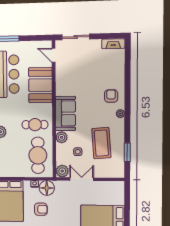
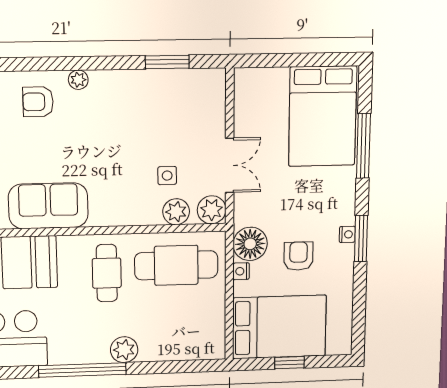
sofa: (65, 113) -> (48, 206), moved
plant: (62, 137) -> (176, 212), moved
coffee table: (101, 143) -> (147, 122), removed
double door: (82, 179) -> (230, 165), swing flipped

